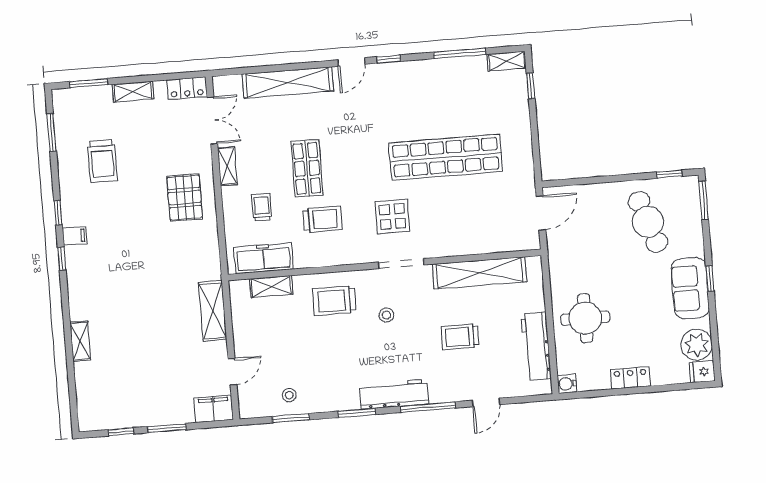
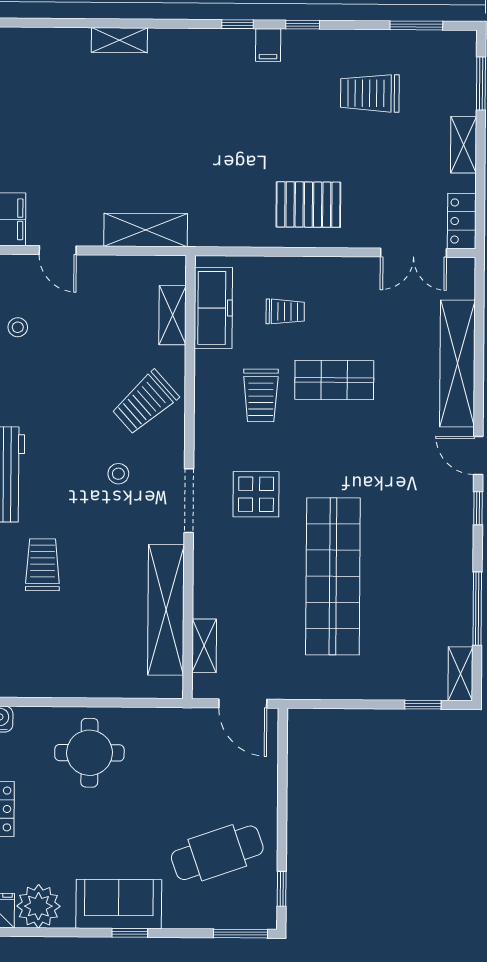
shelving: (227, 166) -> (204, 646), moved, turned 90
trolley: (335, 301) -> (145, 402), turned -132
trolley: (460, 337) -> (43, 565), moved
workbench: (536, 346) -> (56, 680), removed

